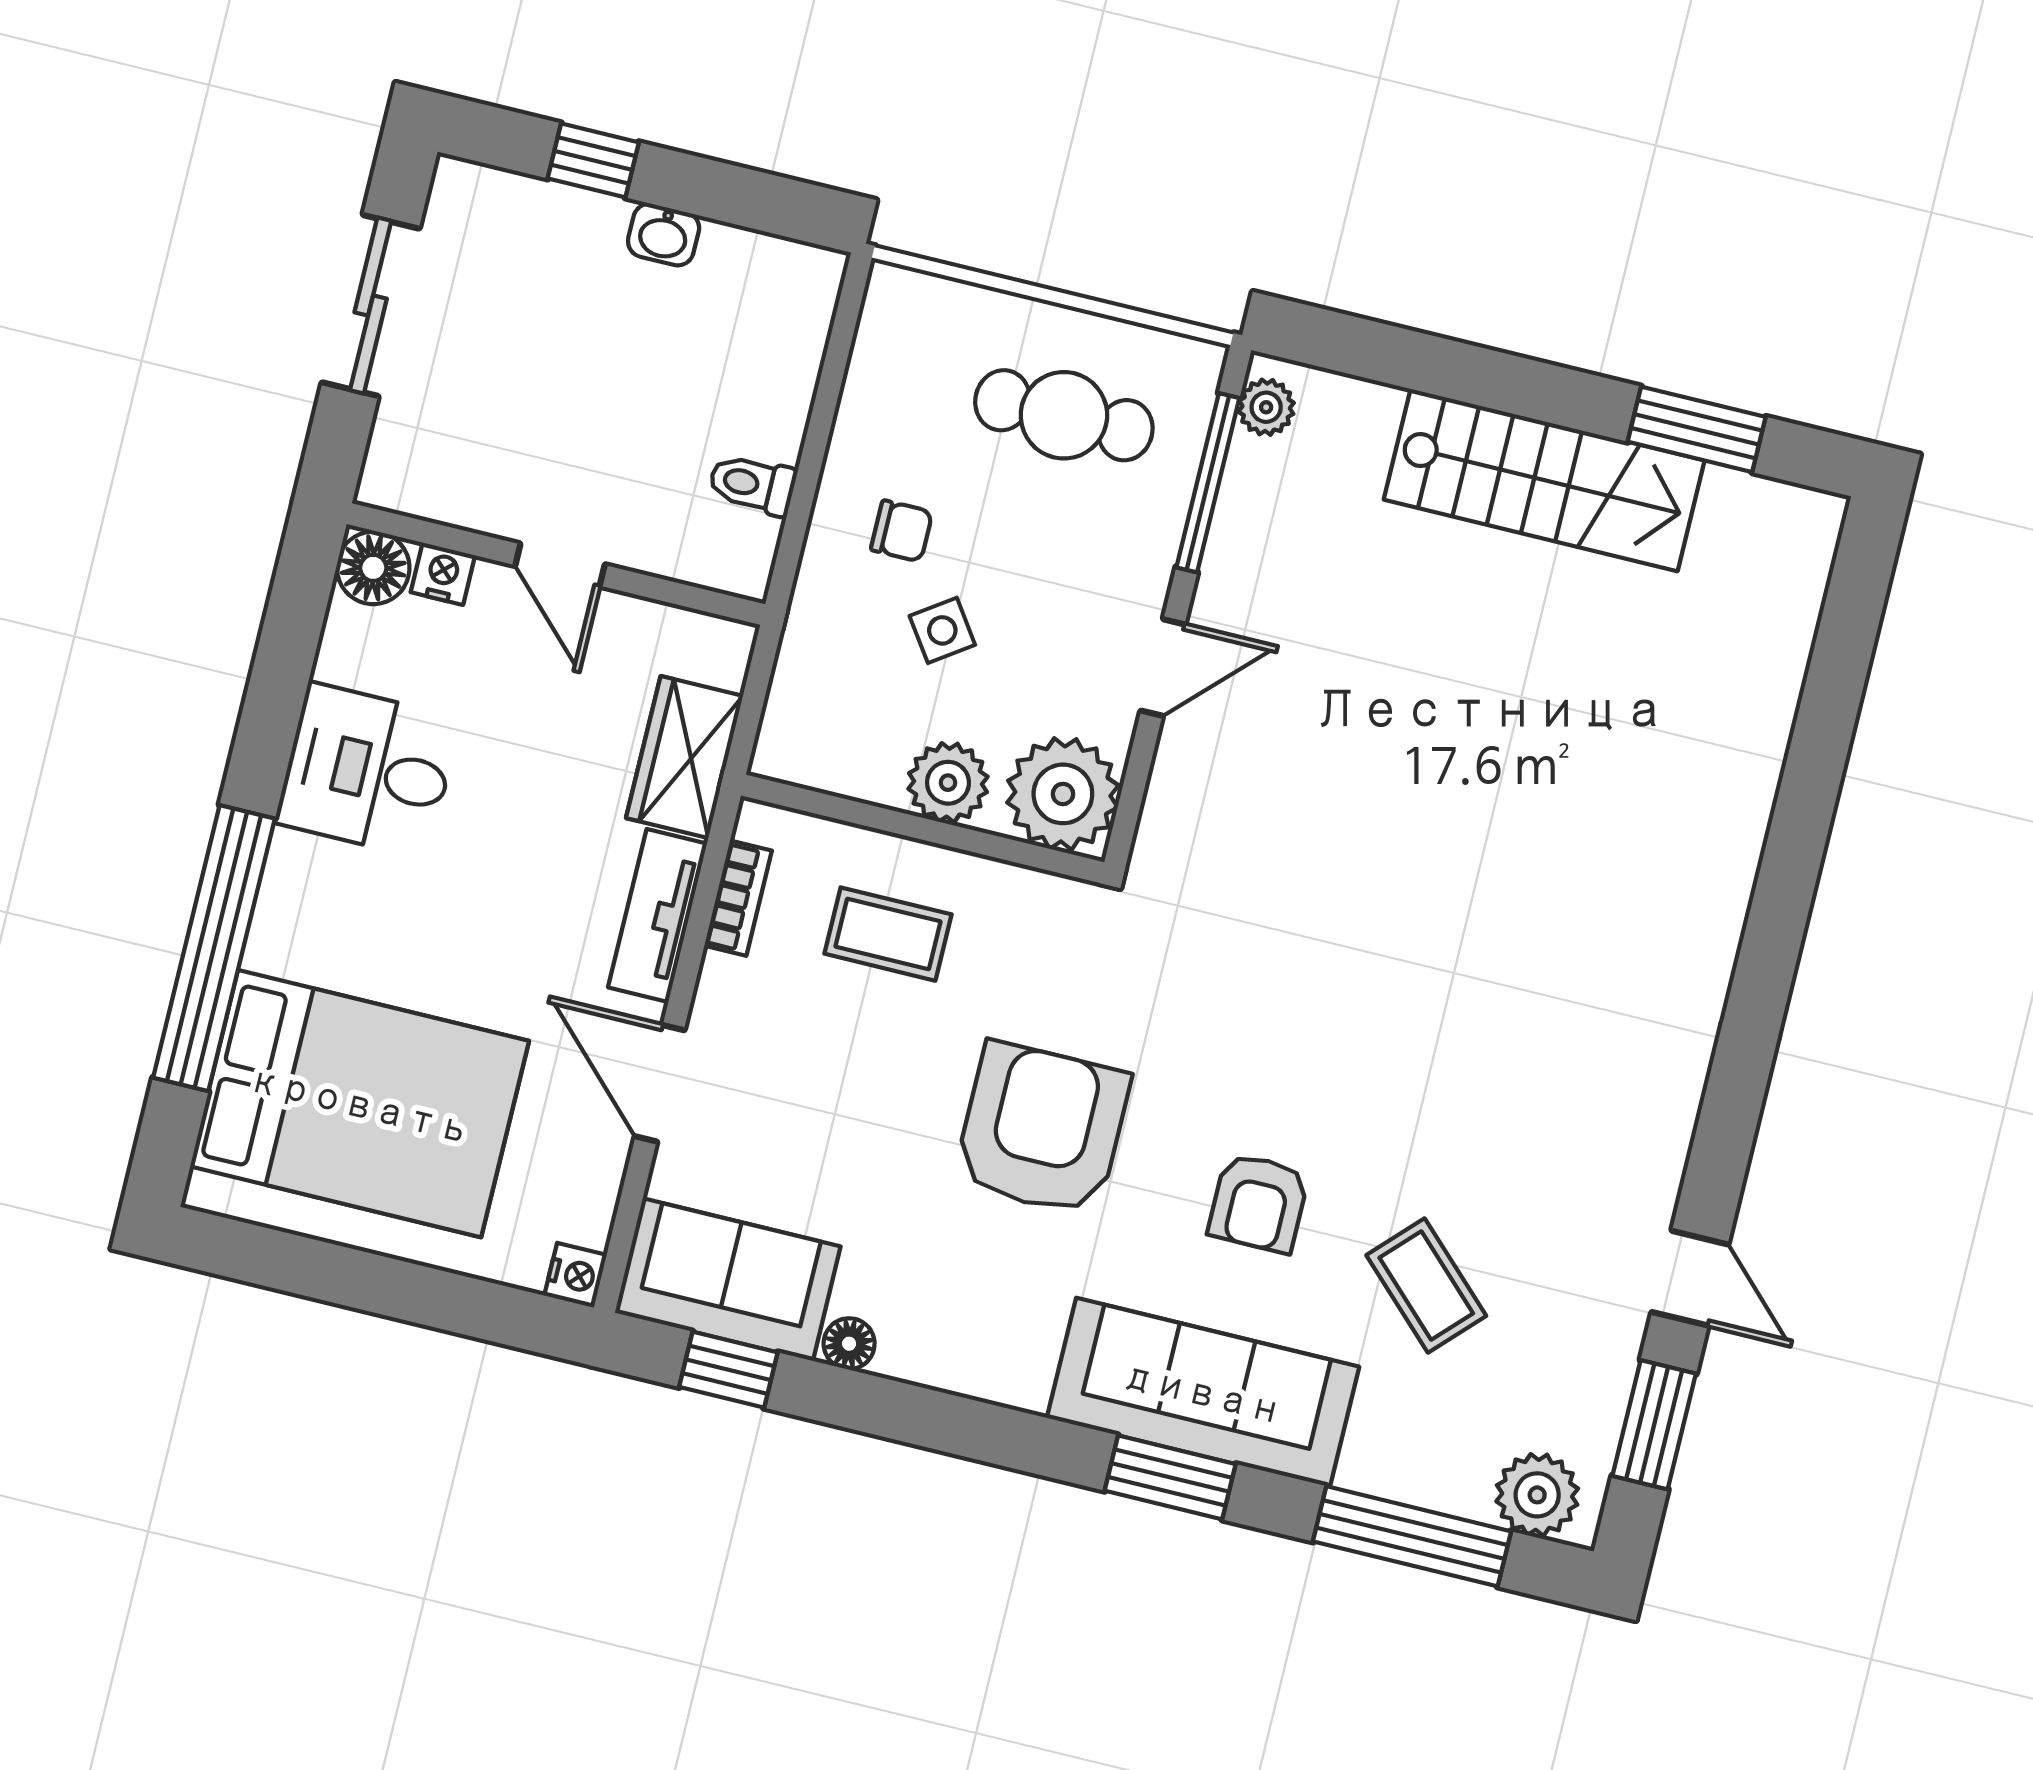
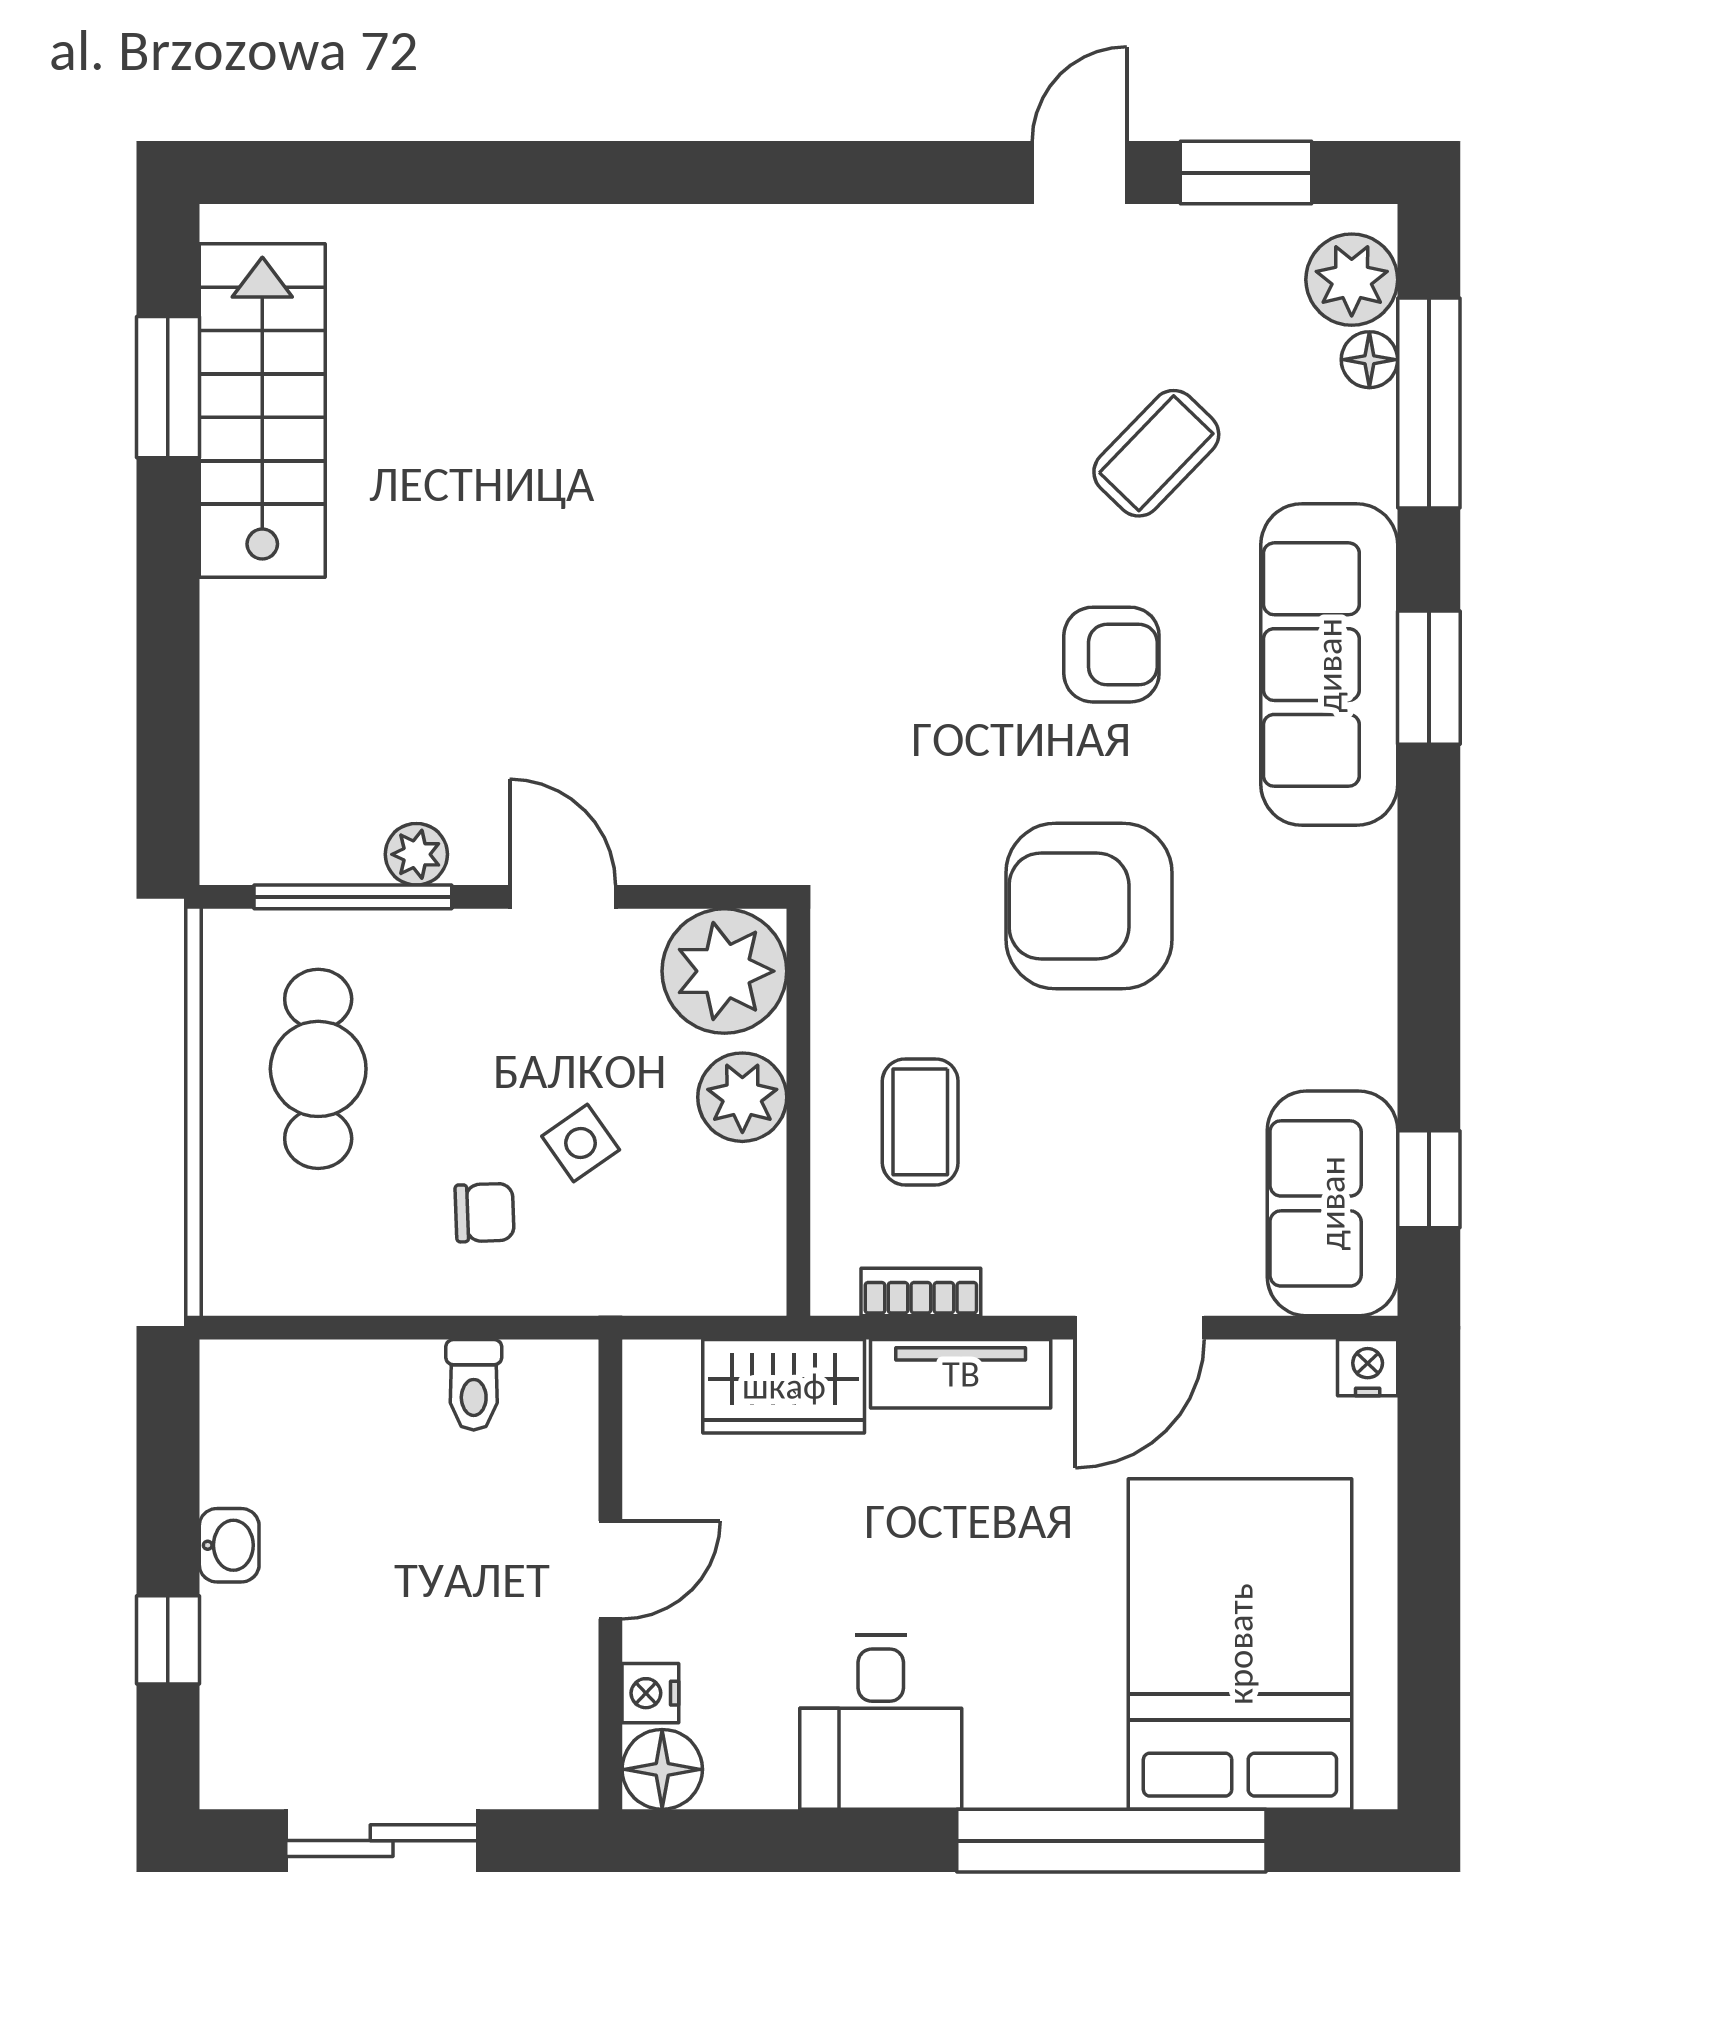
plant: (1266, 407) -> (416, 854), moved
stairs: (1544, 480) -> (262, 411), moved
chair: (902, 531) -> (485, 1213), turned 88
floor lamp: (849, 1344) -> (1369, 360), moved

